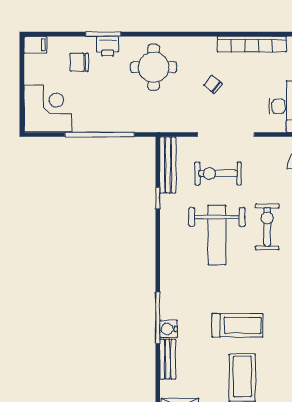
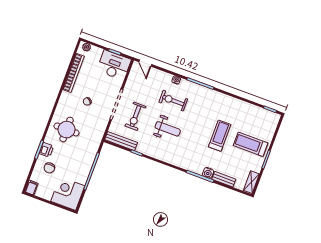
weight bench: (217, 235) -> (168, 129), width x0.73, depth x0.75

